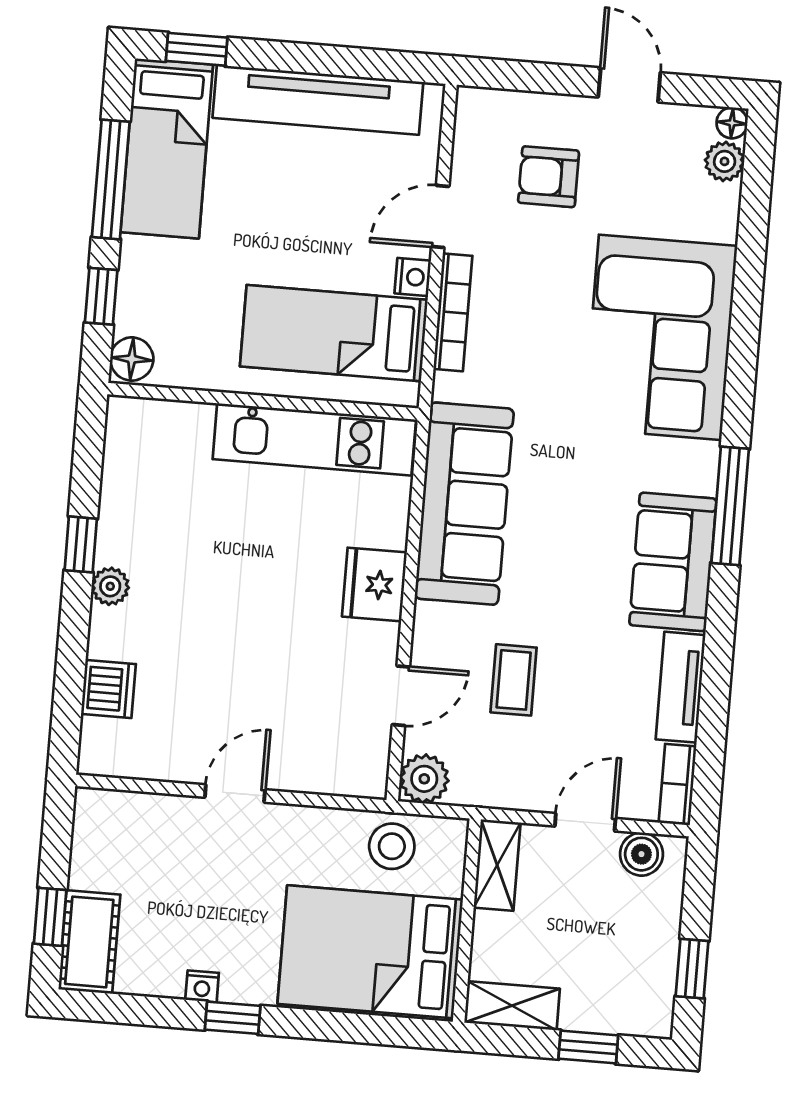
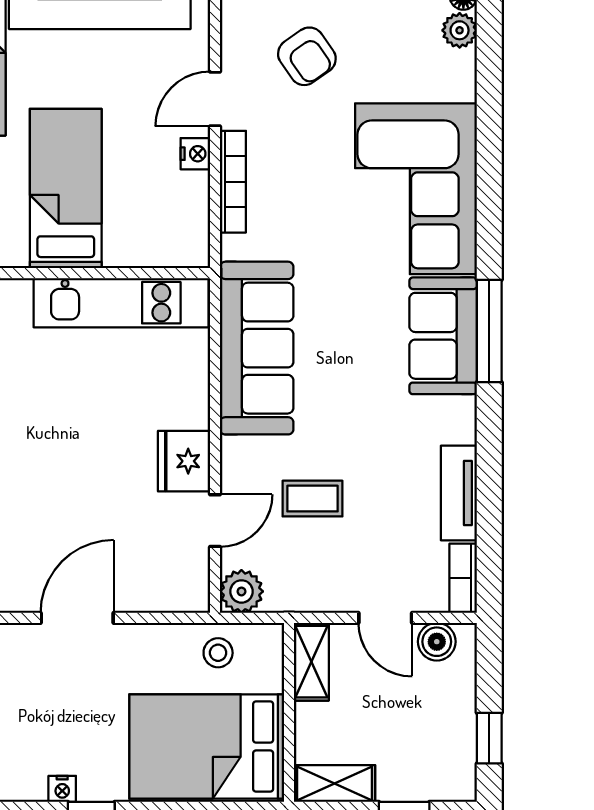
armchair: (549, 177) -> (307, 56), turned -125
bed: (334, 333) -> (66, 189), moved, turned 90
sofa: (673, 562) -> (443, 336), moved
fridge: (374, 584) -> (184, 461), moved
coffee table: (514, 680) -> (312, 499), turned 90
door: (235, 793) -> (77, 618), width x1.37
door: (585, 822) -> (385, 618), swing flipped
stool: (392, 846) -> (218, 653), width x0.73, depth x0.73

